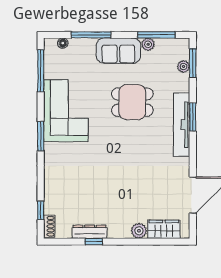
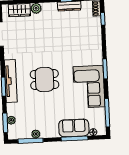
sofa: (118, 51) -> (74, 128), moved
dining table: (132, 102) -> (45, 80), moved

